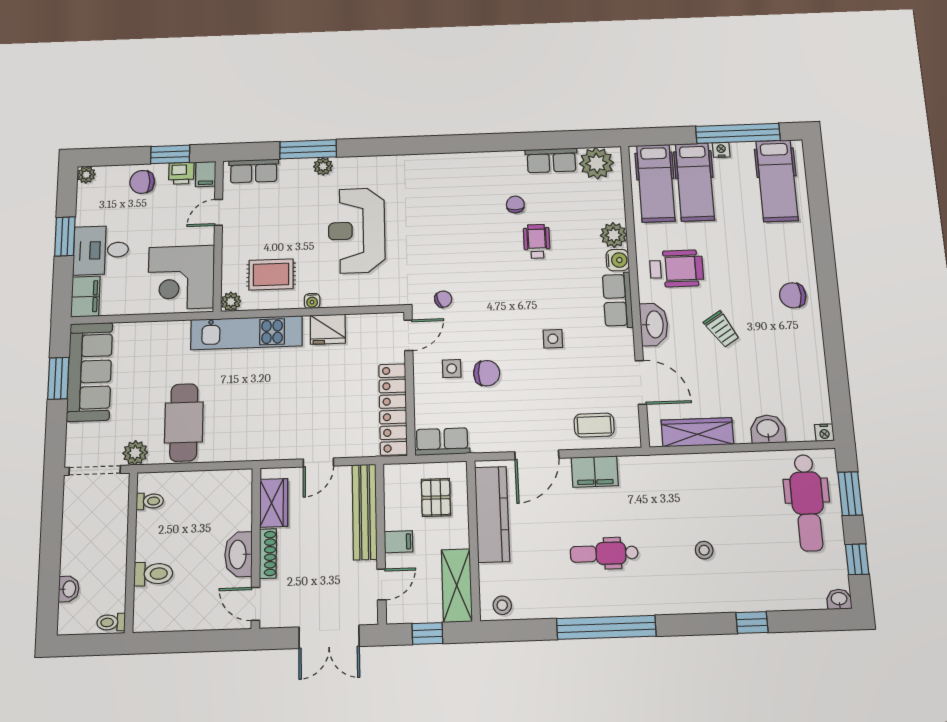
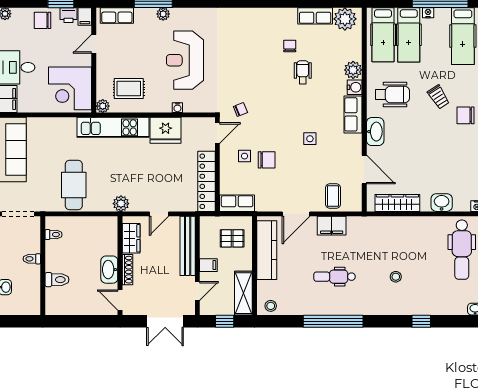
water cooler: (312, 301) -> (177, 108), moved
fridge: (328, 329) -> (166, 130), width x1.36, depth x1.34
trolley: (722, 329) -> (439, 97), moved
coffee table: (594, 425) -> (333, 196), turned 90
plant: (135, 453) -> (121, 204), moved
pallet: (436, 497) -> (232, 238), turned 90
toilet: (111, 622) -> (32, 259), moved

